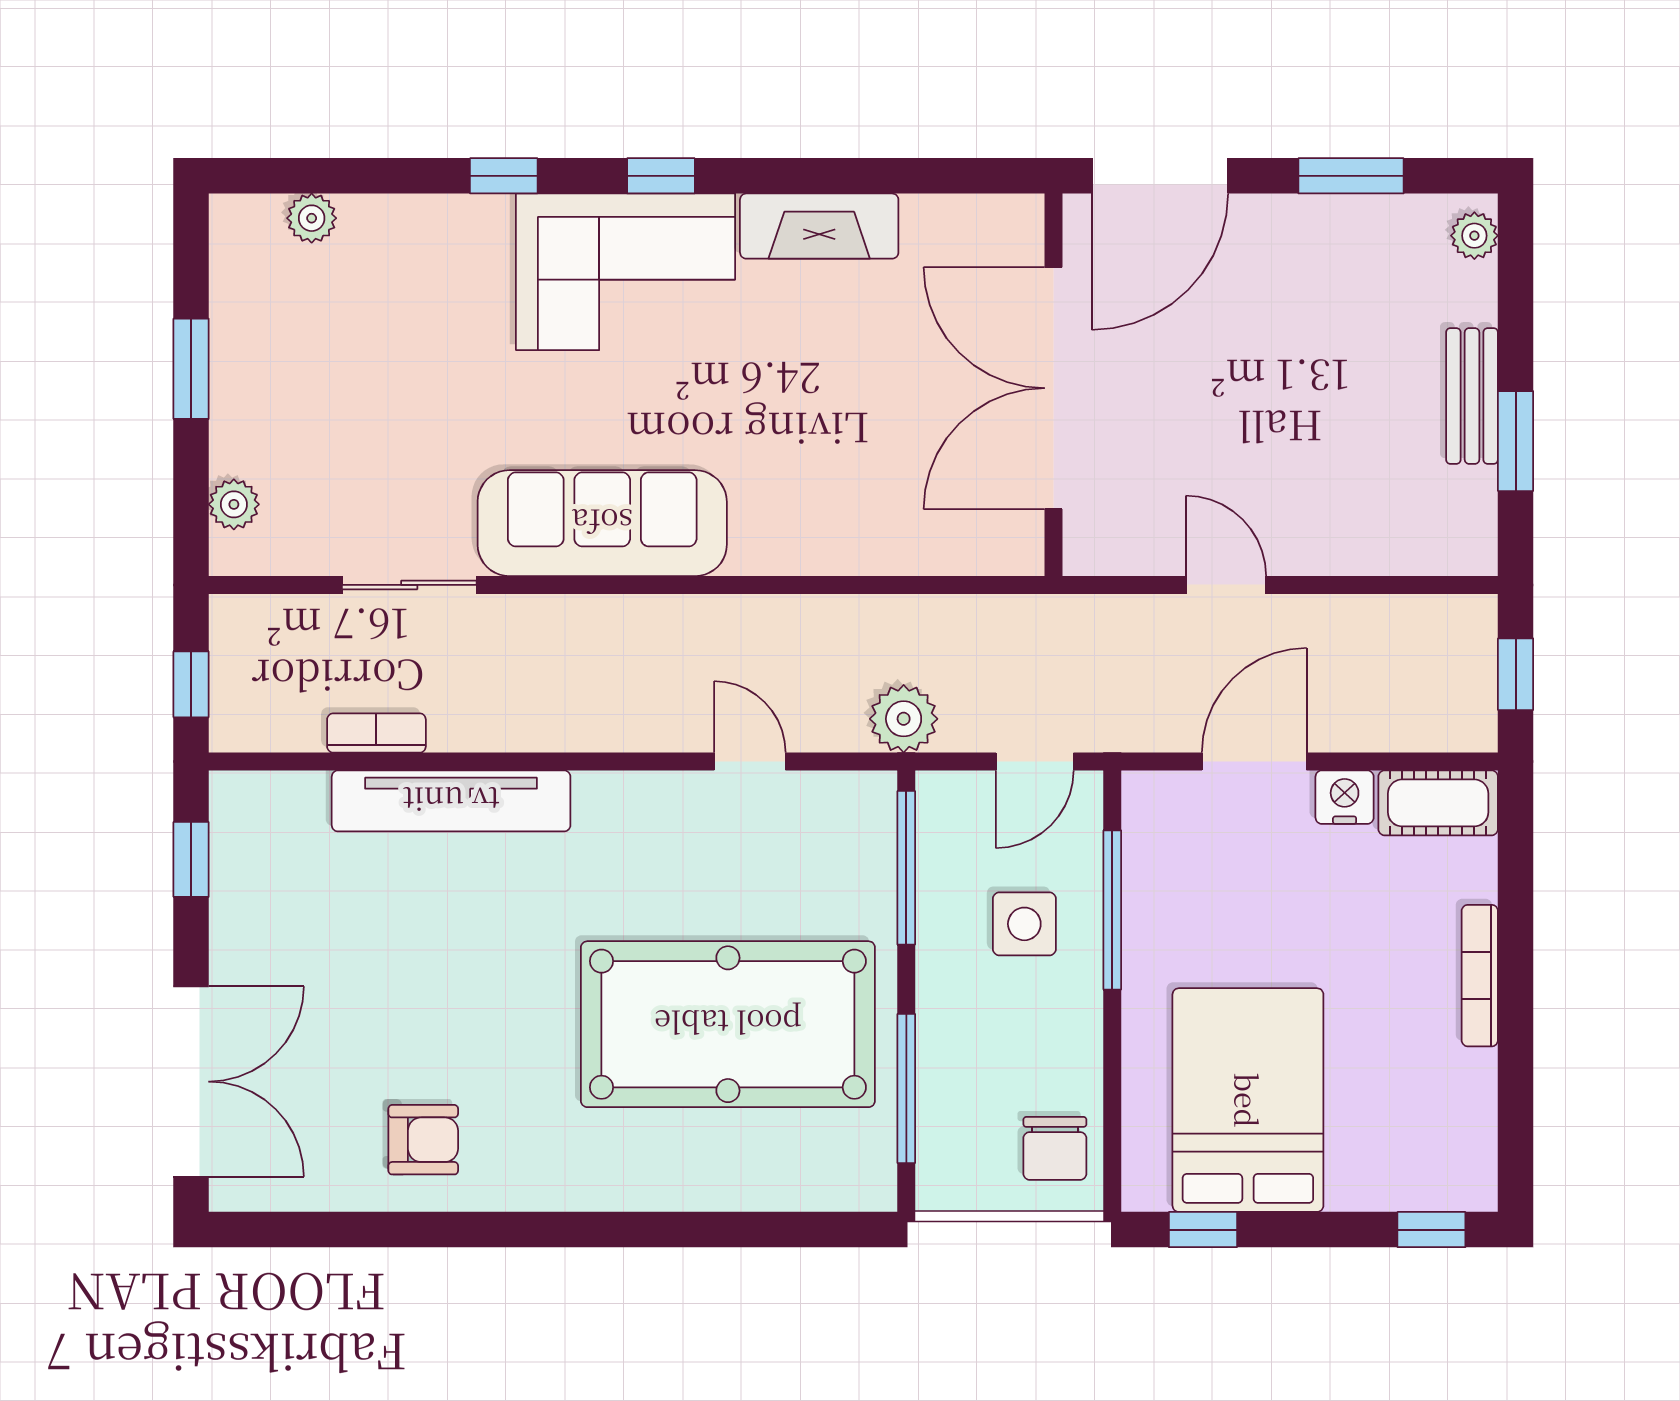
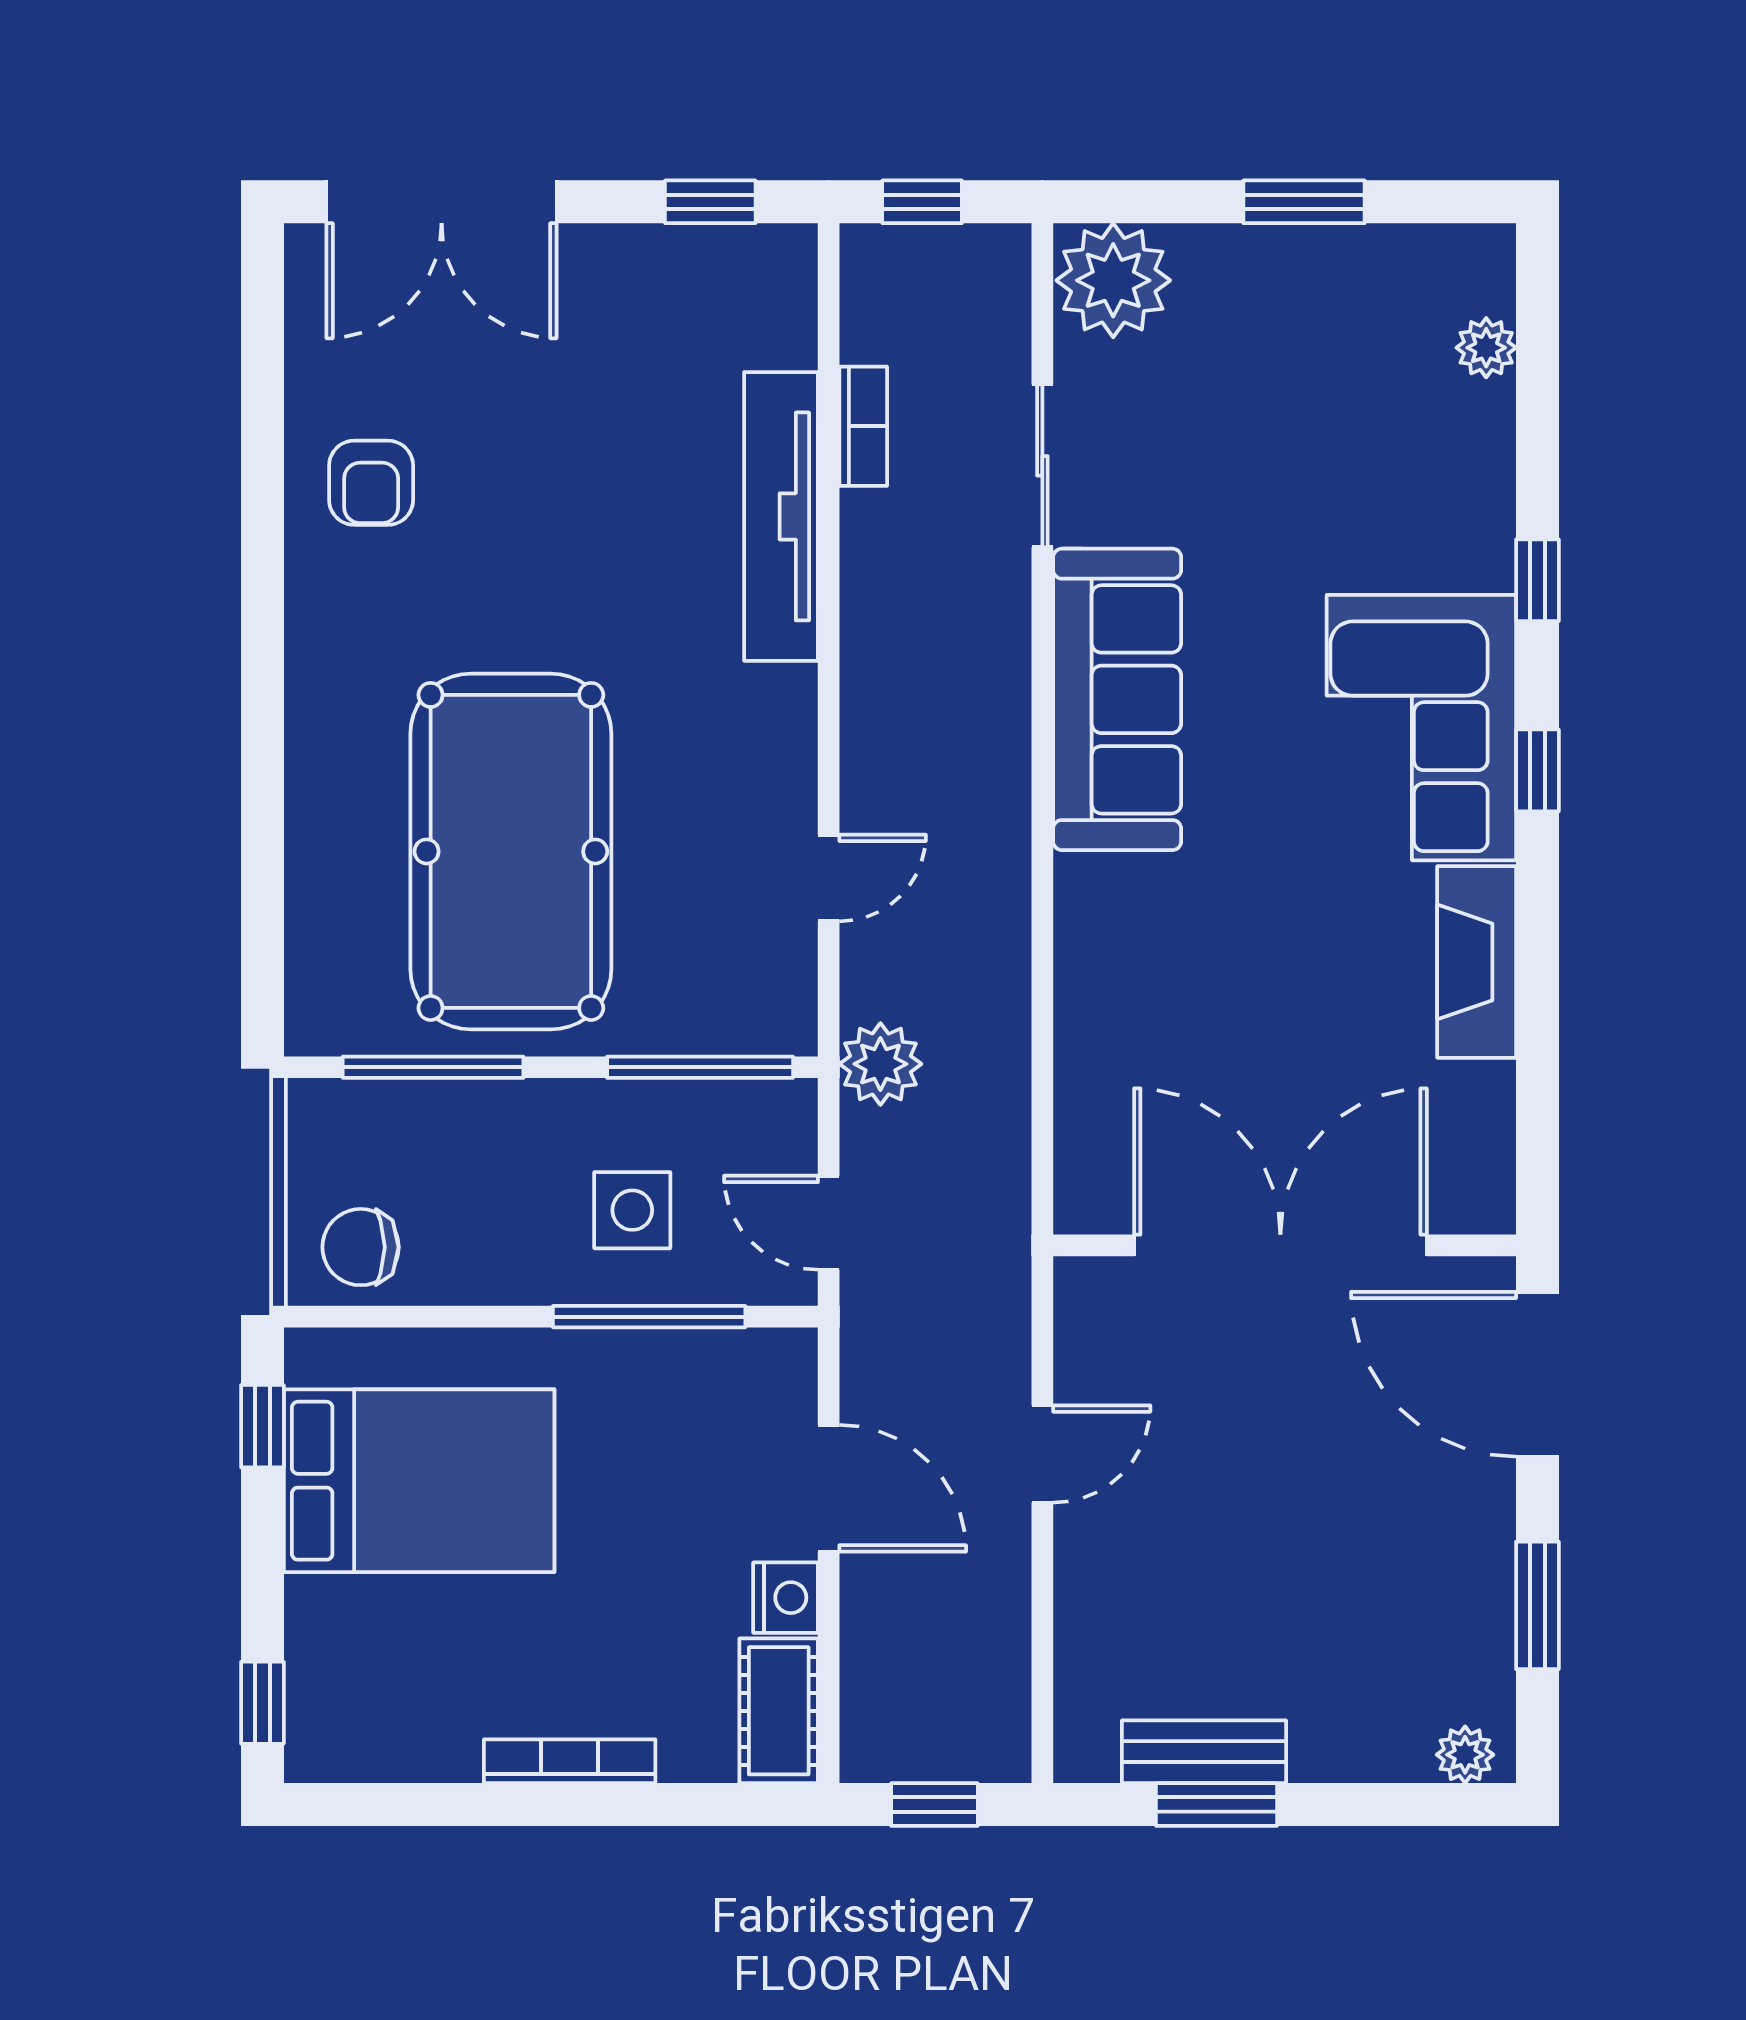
bench: (1472, 396) -> (1204, 1752), moved
plant: (234, 504) -> (1113, 280), width x1.87, depth x1.87

